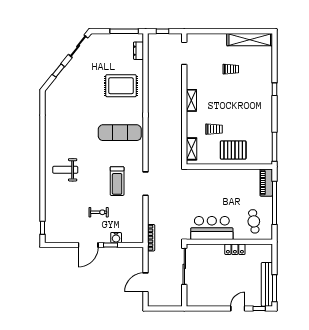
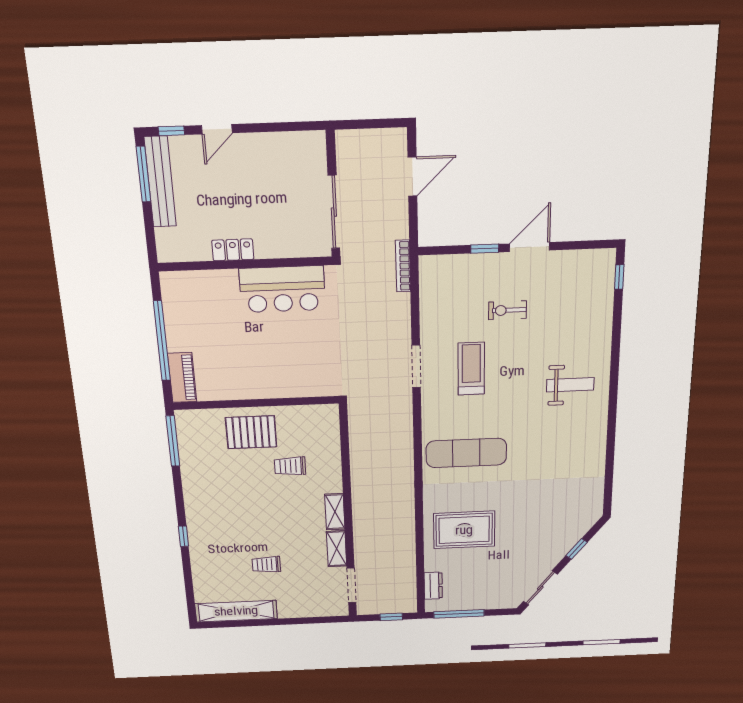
shelving: (191, 149) -> (337, 549), moved
cafe table: (254, 221) -> (199, 305), removed
water cooler: (116, 238) -> (473, 263), removed

